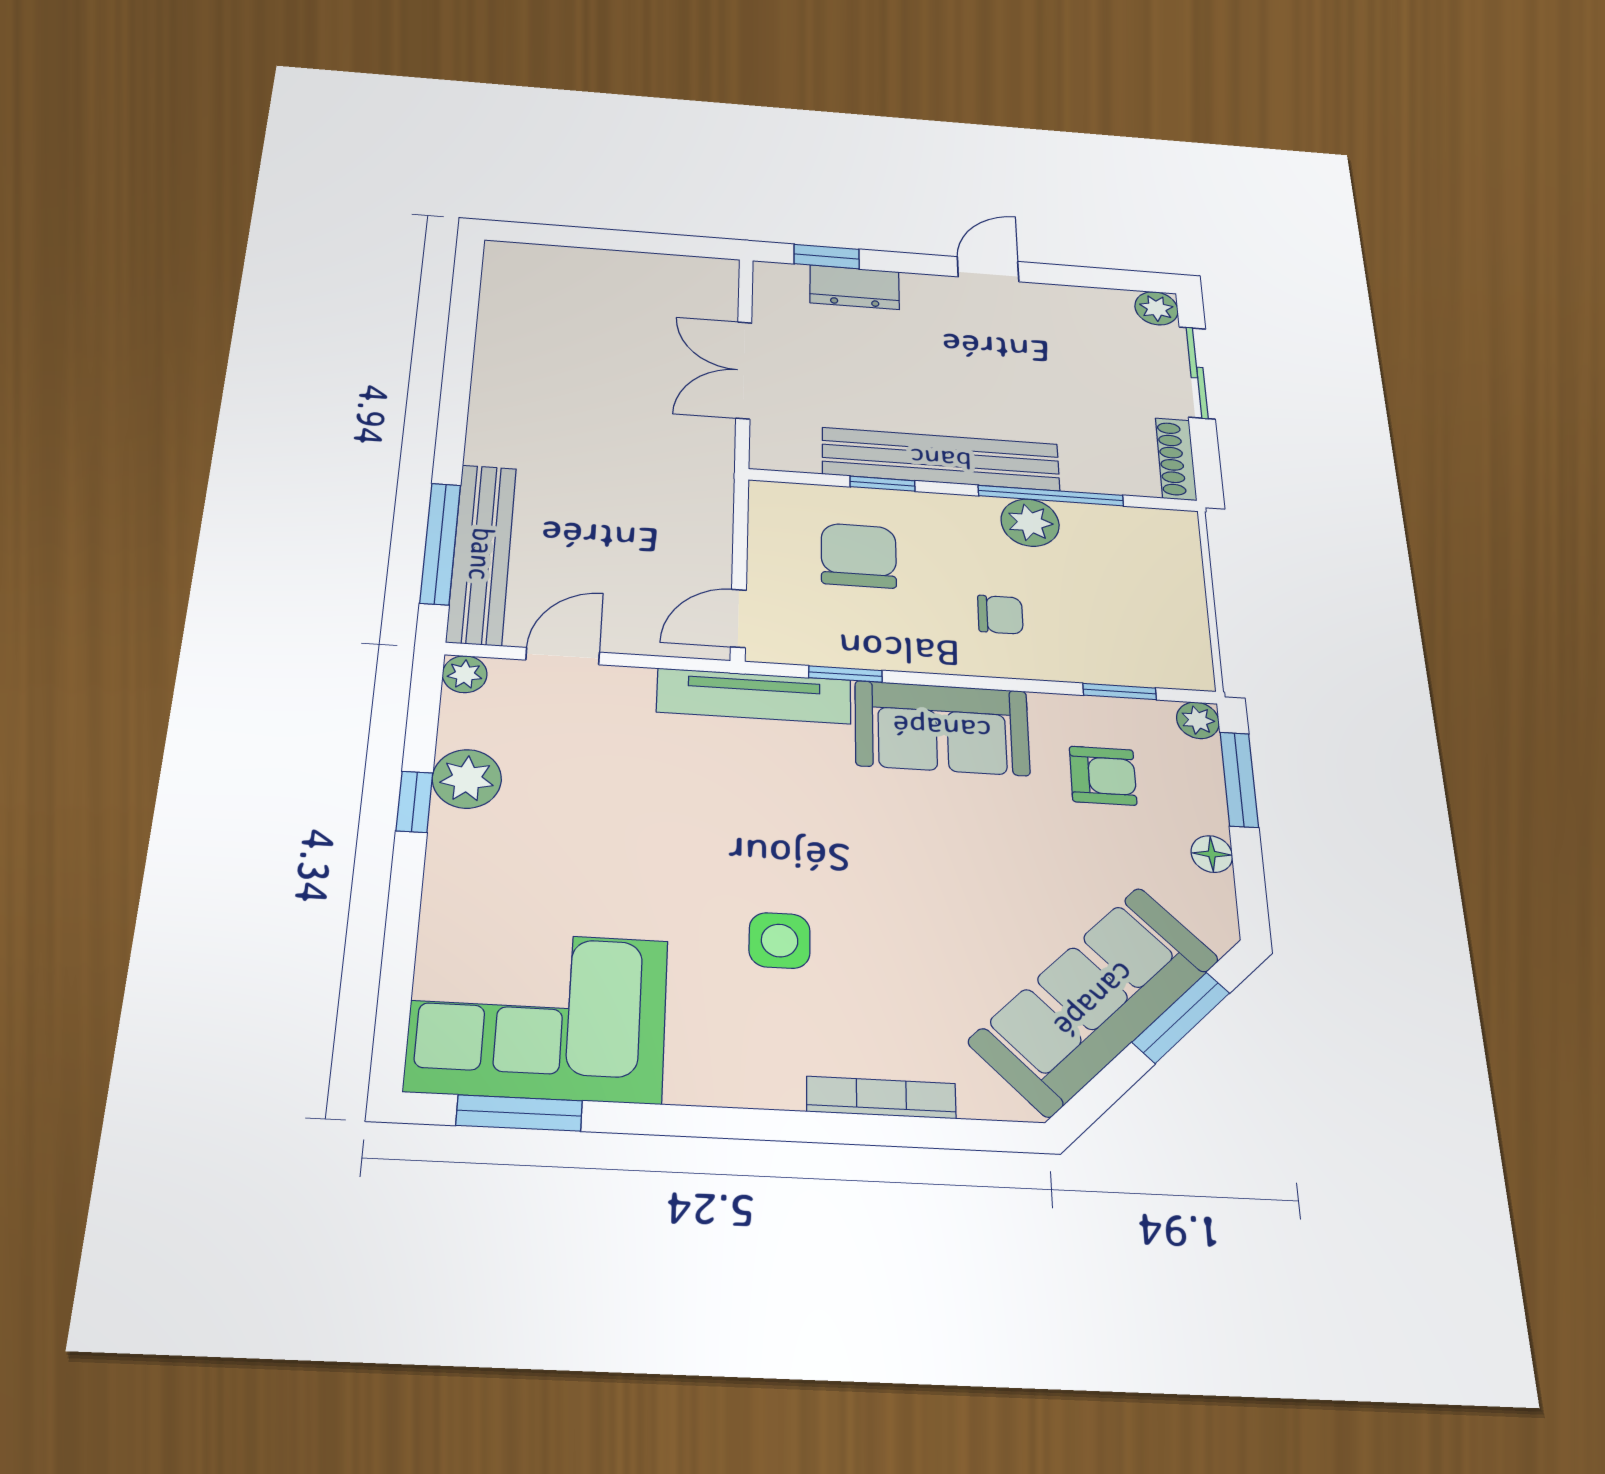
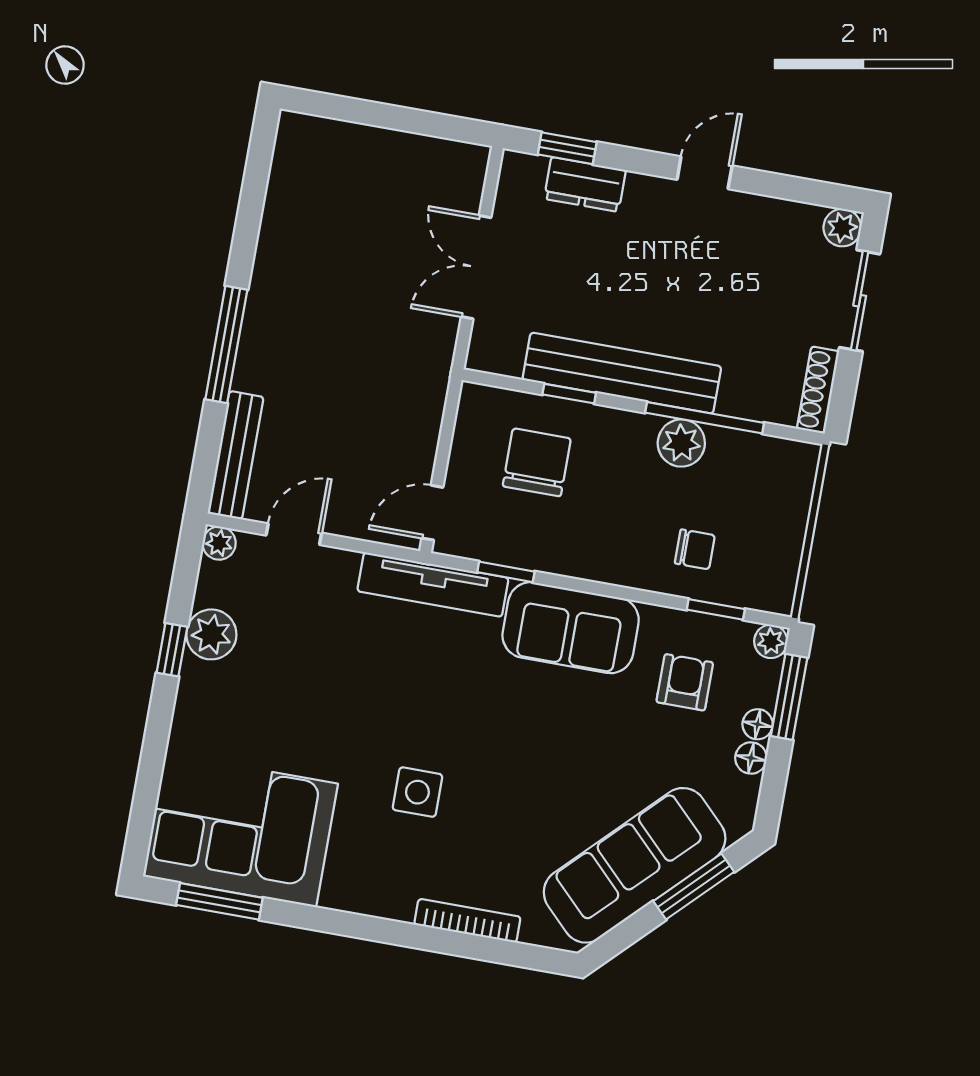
window: (440, 544) -> (226, 345), moved
bench: (482, 554) -> (236, 455), width x0.73, depth x0.82
chair: (1000, 615) -> (695, 549), moved
armchair: (1103, 776) -> (685, 682), turned -90
floor lamp: (1209, 814) -> (758, 724), added

